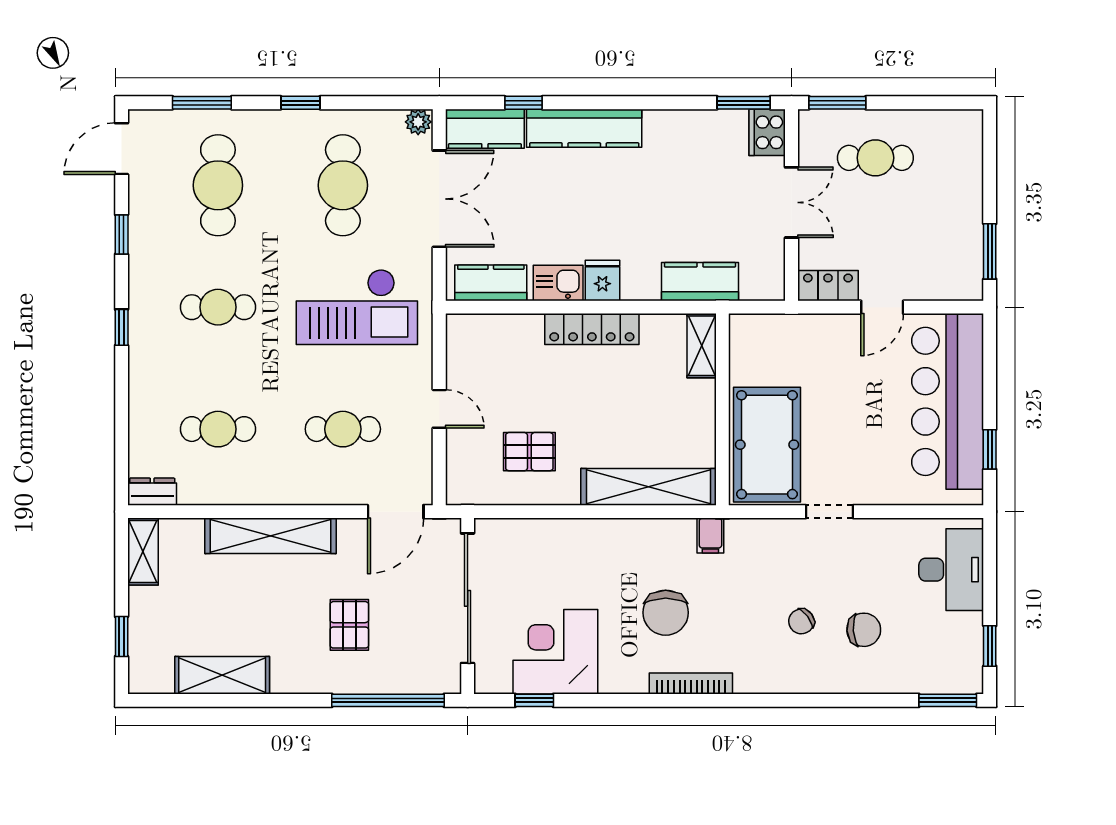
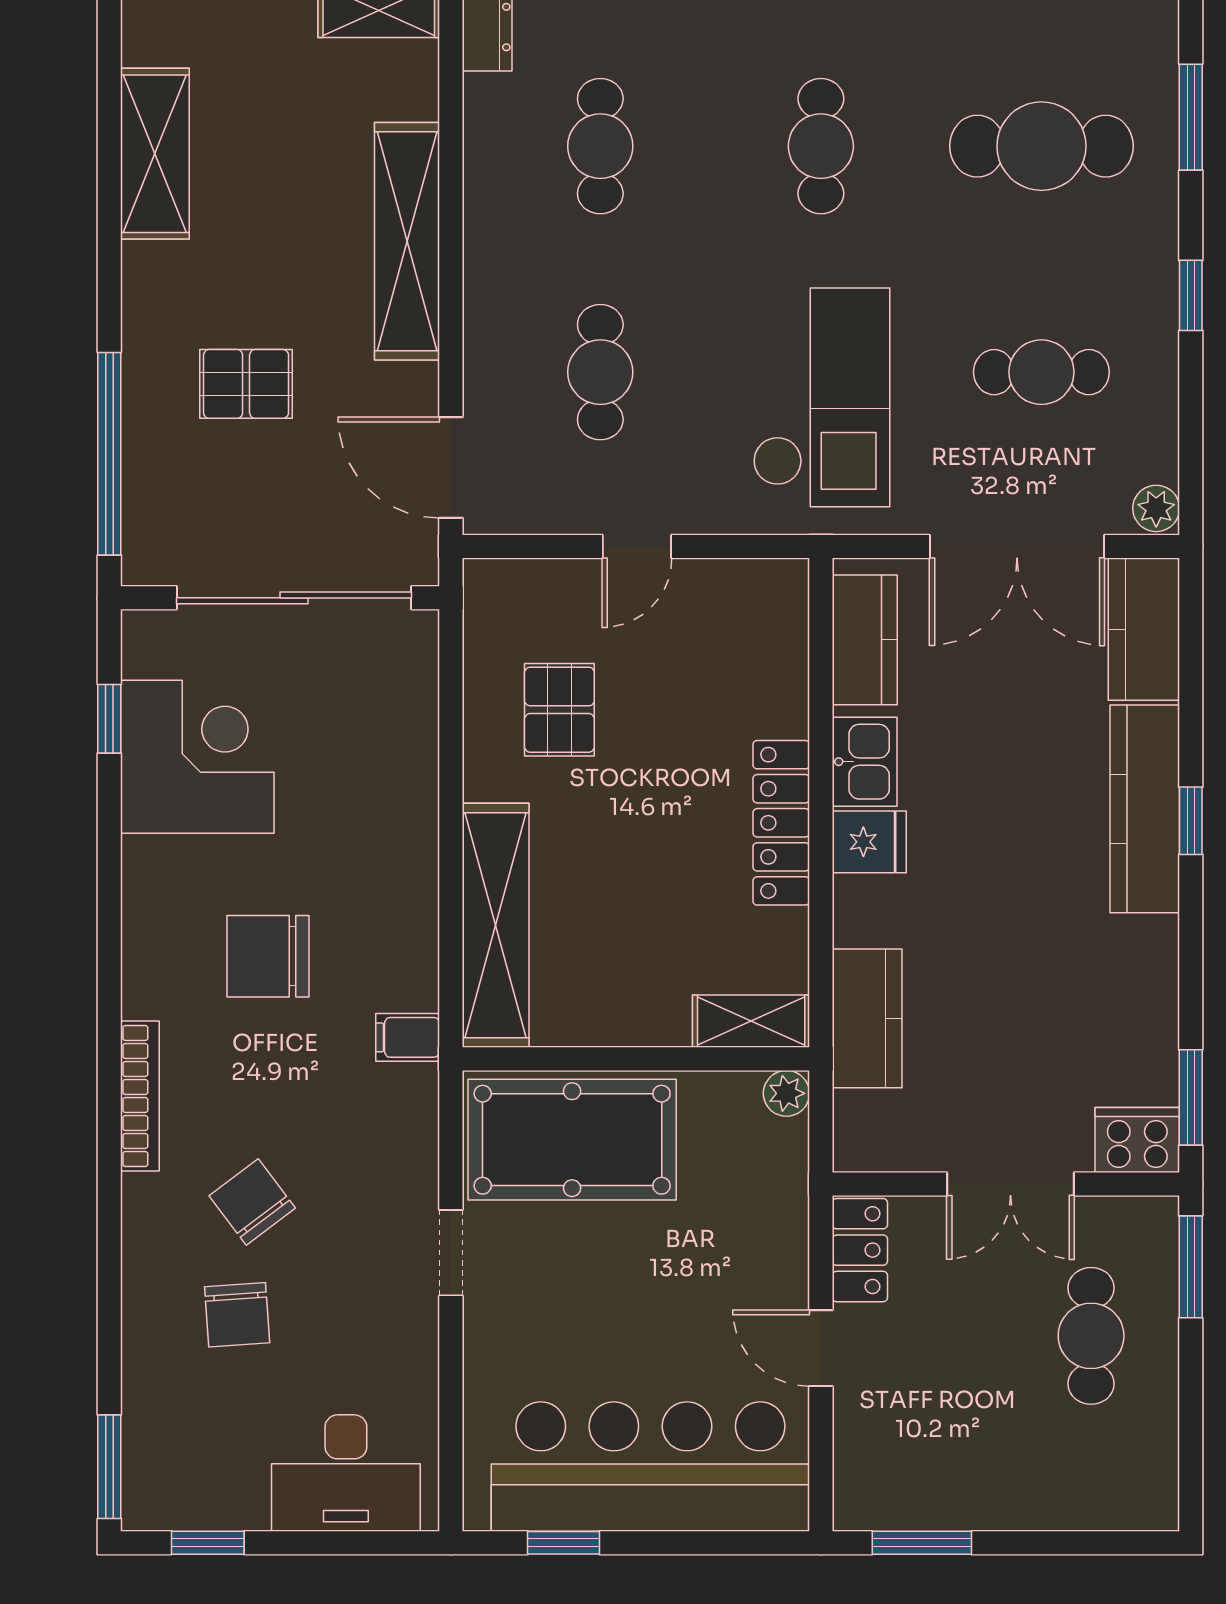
window: (523, 103) -> (1191, 821), moved
cafe table: (343, 185) -> (1041, 372), width x0.73, depth x0.74
checkout: (357, 307) -> (821, 397), turned 180
plant: (741, 326) -> (786, 1093), added
chair: (801, 621) -> (252, 1202), width x1.37, depth x1.37
bookcase: (691, 683) -> (140, 1096), moved

